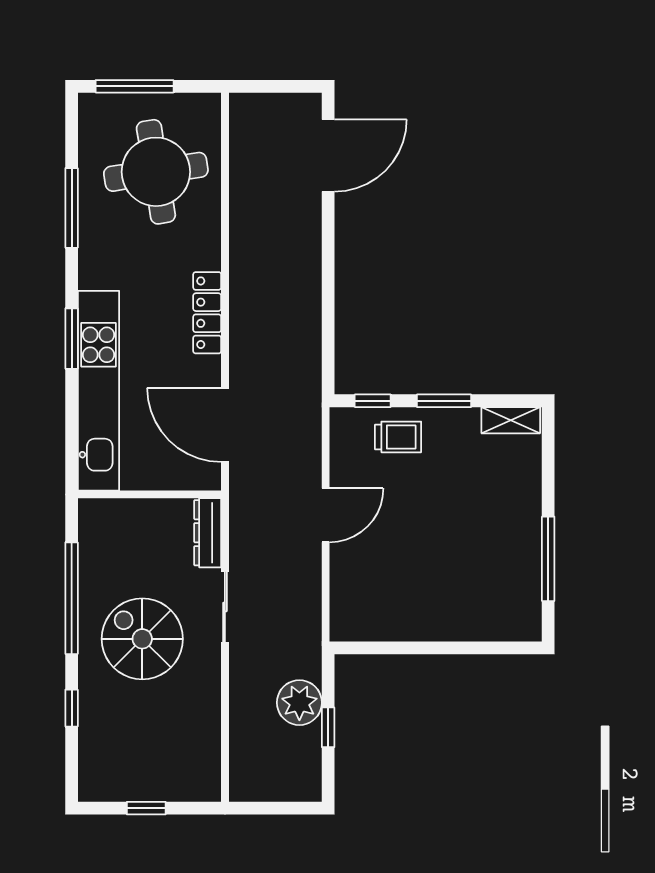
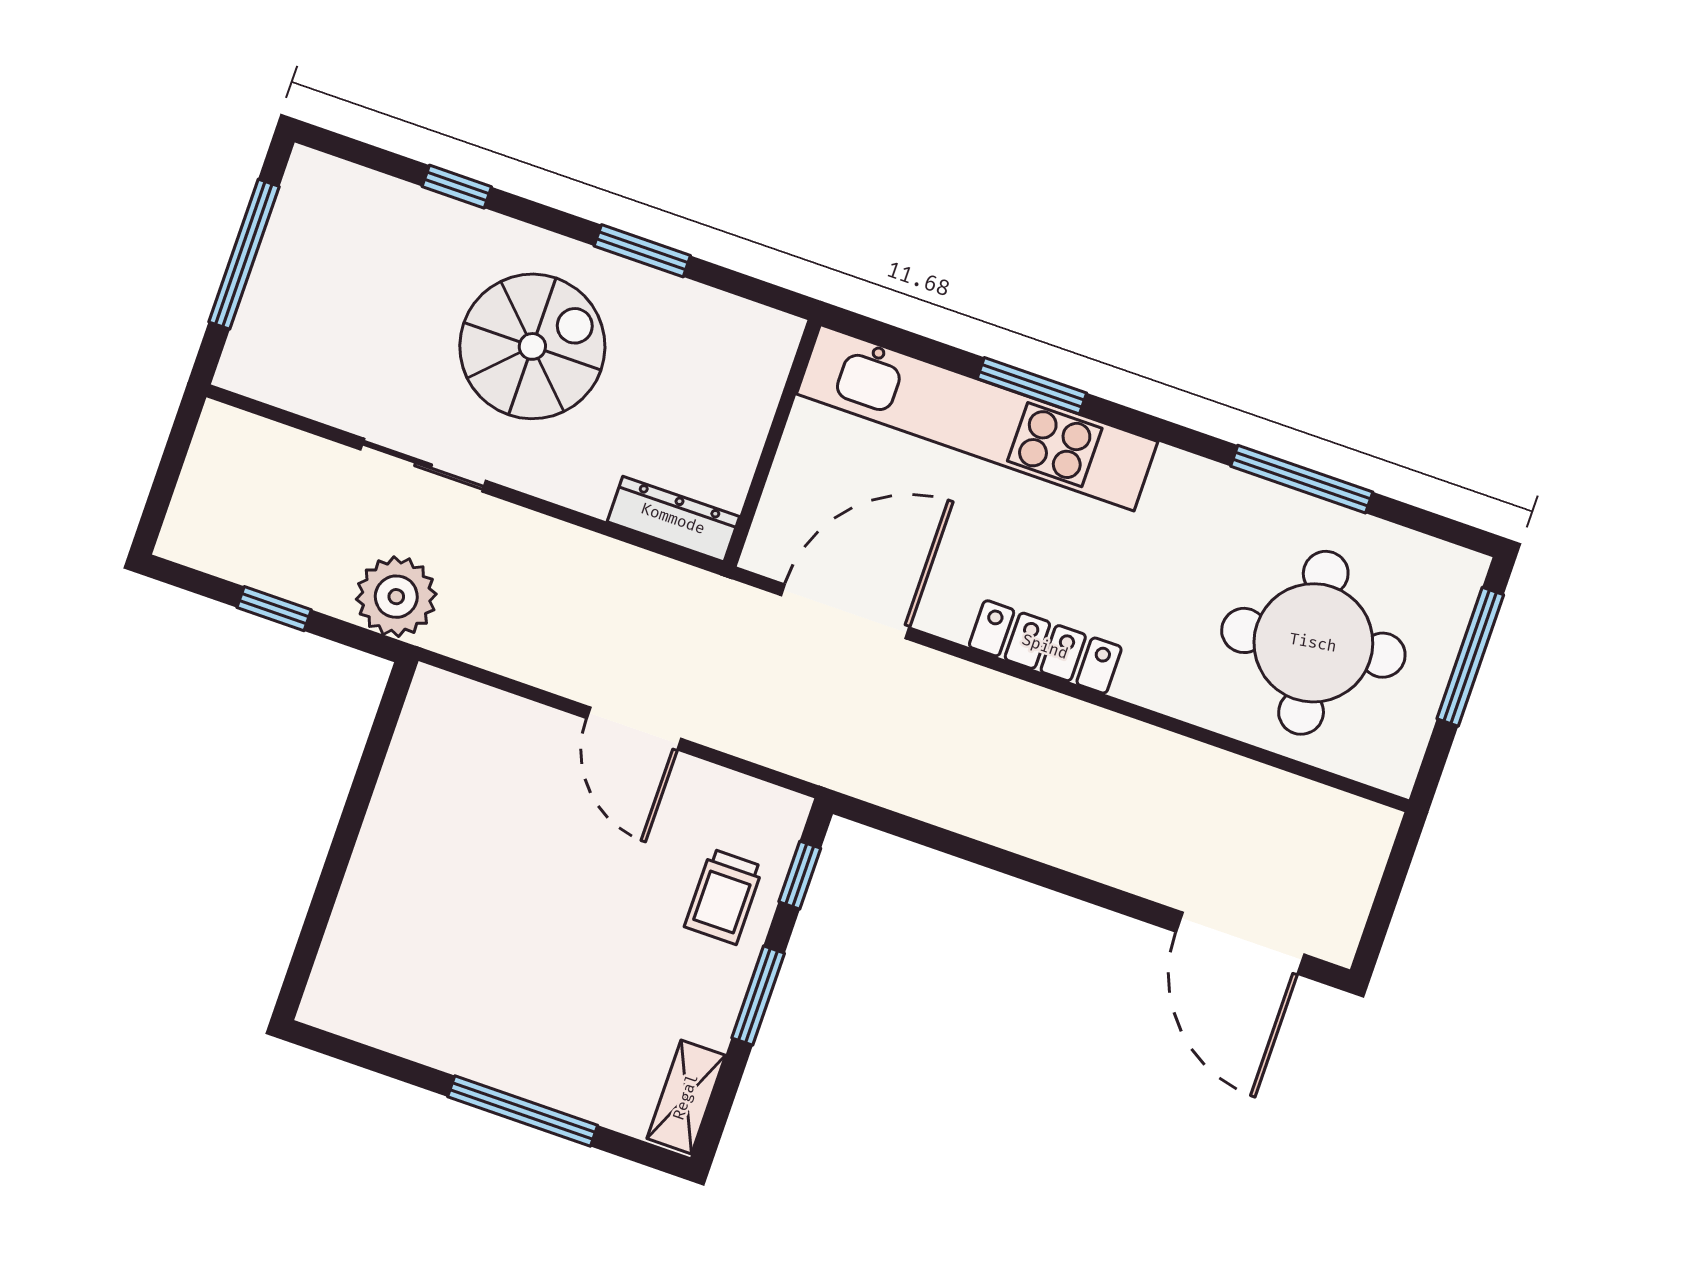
window: (72, 339) -> (1032, 386), moved
window: (548, 559) -> (523, 1111), moved
window: (72, 598) -> (642, 251), width x0.47
sliding door: (225, 607) -> (423, 465), moved
plant: (299, 703) -> (396, 597), moved
window: (146, 808) -> (244, 254), width x2.17

